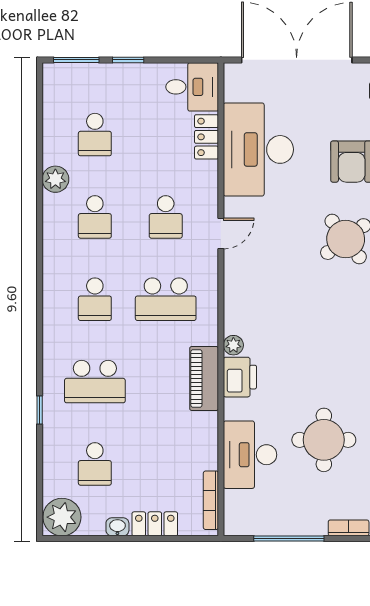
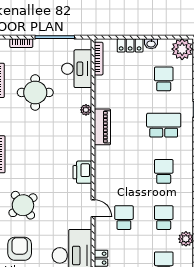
door: (221, 234) -> (93, 208), swing flipped
school desk: (166, 299) -> (124, 171), removed
plant: (233, 345) -> (86, 110), moved
printer: (240, 377) -> (82, 172), moved
desk: (250, 455) -> (77, 69), moved

